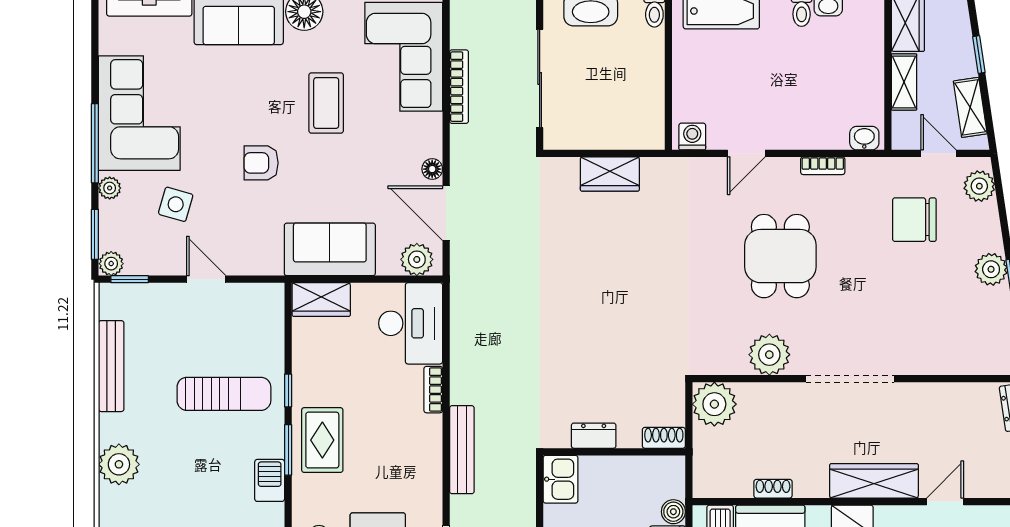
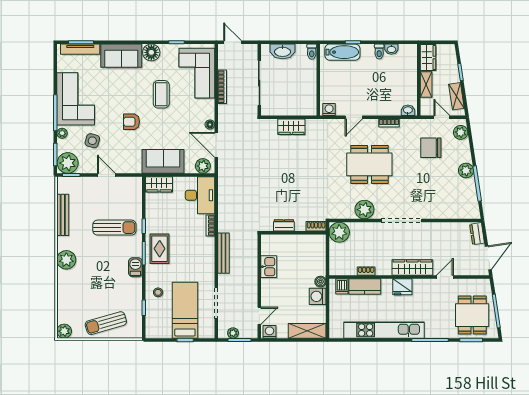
dining table: (780, 256) -> (369, 164), width x1.38
plant: (111, 264) -> (68, 163), width x1.88, depth x1.88
dresser: (594, 436) -> (284, 225), moved
shoe rack: (664, 438) -> (316, 226), moved
wall: (614, 452) -> (293, 233), moved

